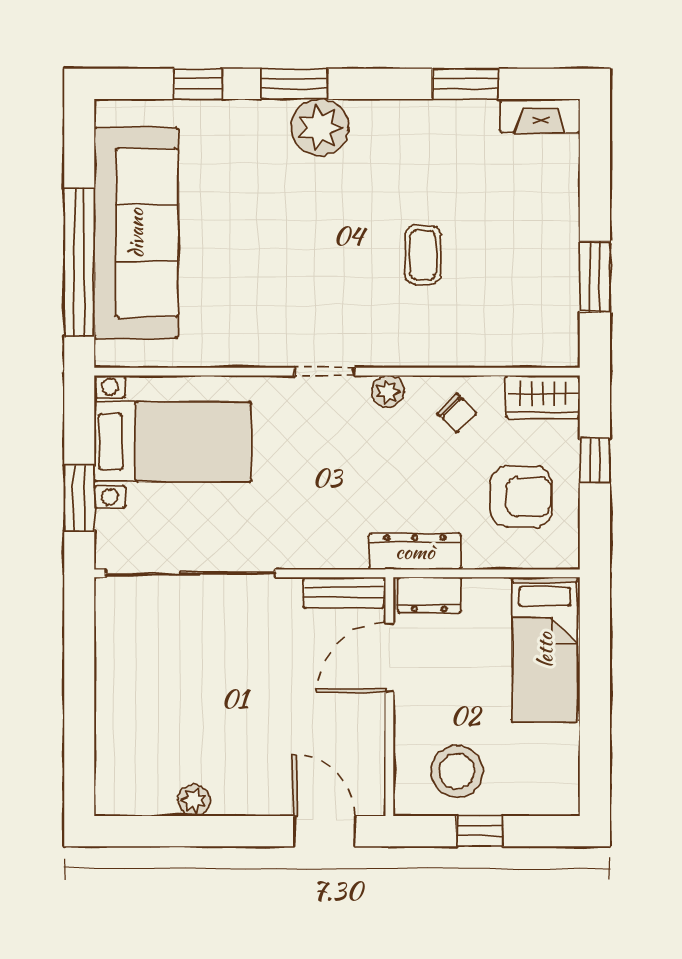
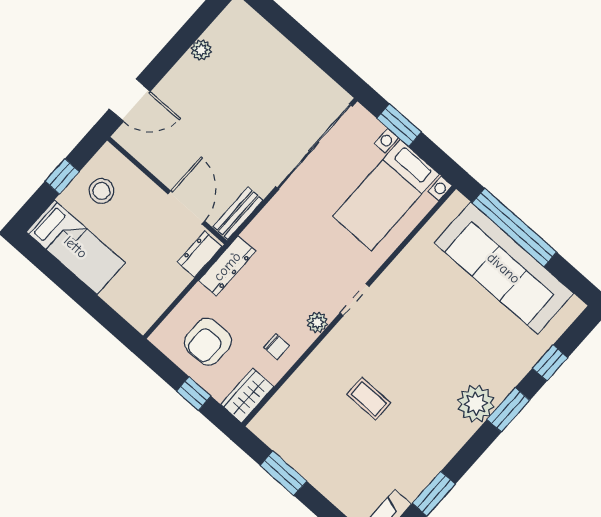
chair: (457, 413) -> (276, 347), turned -135
bed: (545, 650) -> (76, 247), moved, turned 180
stool: (457, 771) -> (101, 191), width x0.73, depth x0.73

